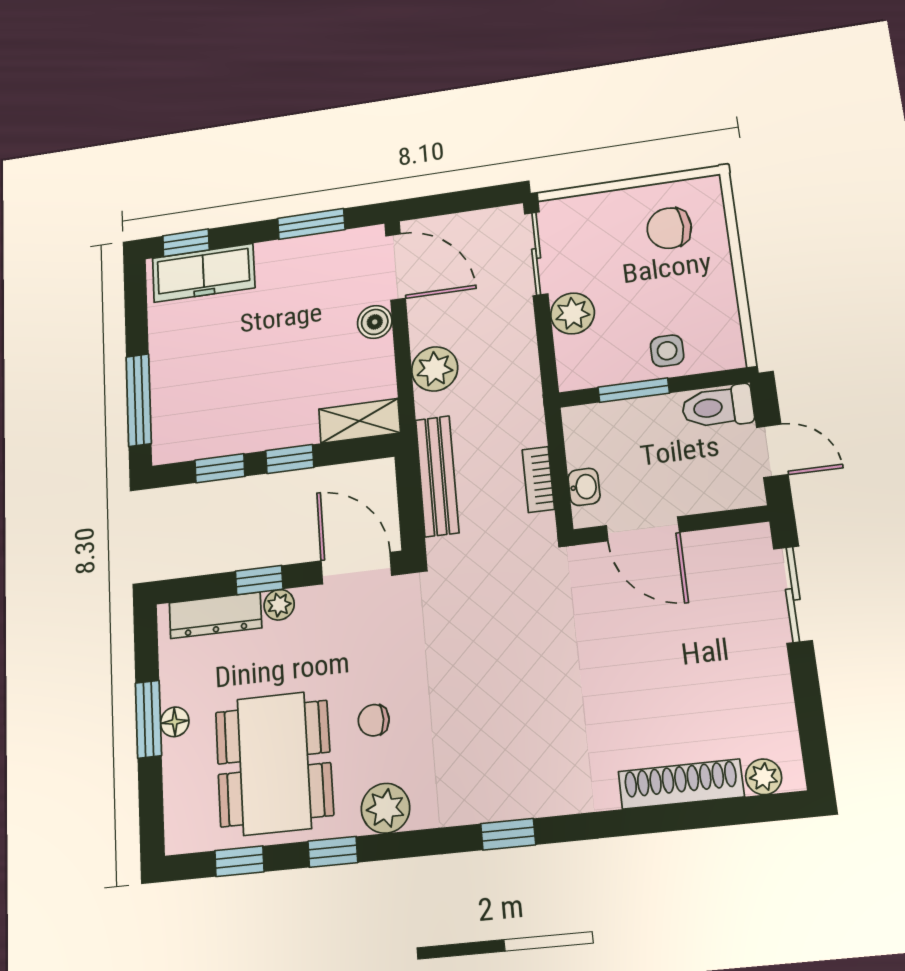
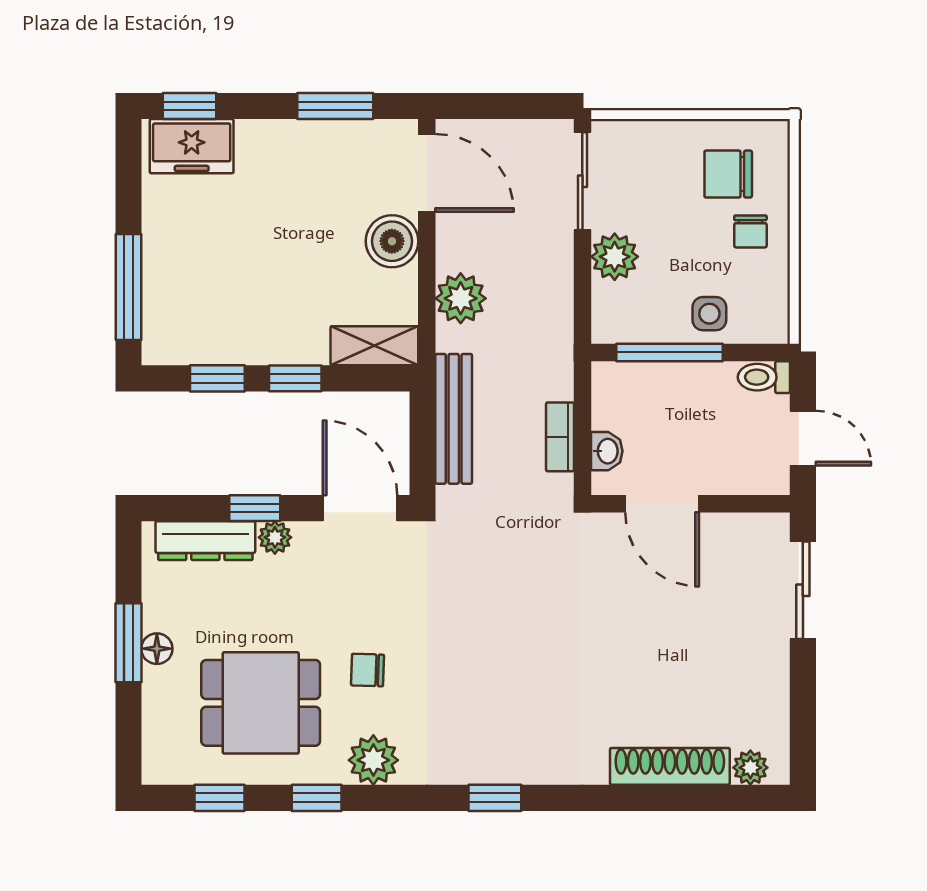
freezer: (203, 273) -> (192, 146), width x0.71
chair: (696, 274) -> (750, 231), added
boiler: (375, 322) -> (392, 241), width x1.36, depth x1.36
window: (634, 390) -> (670, 352), width x1.44
toilet: (718, 407) -> (764, 377), width x0.73, depth x0.72
dining table: (274, 763) -> (261, 703), width x0.73

